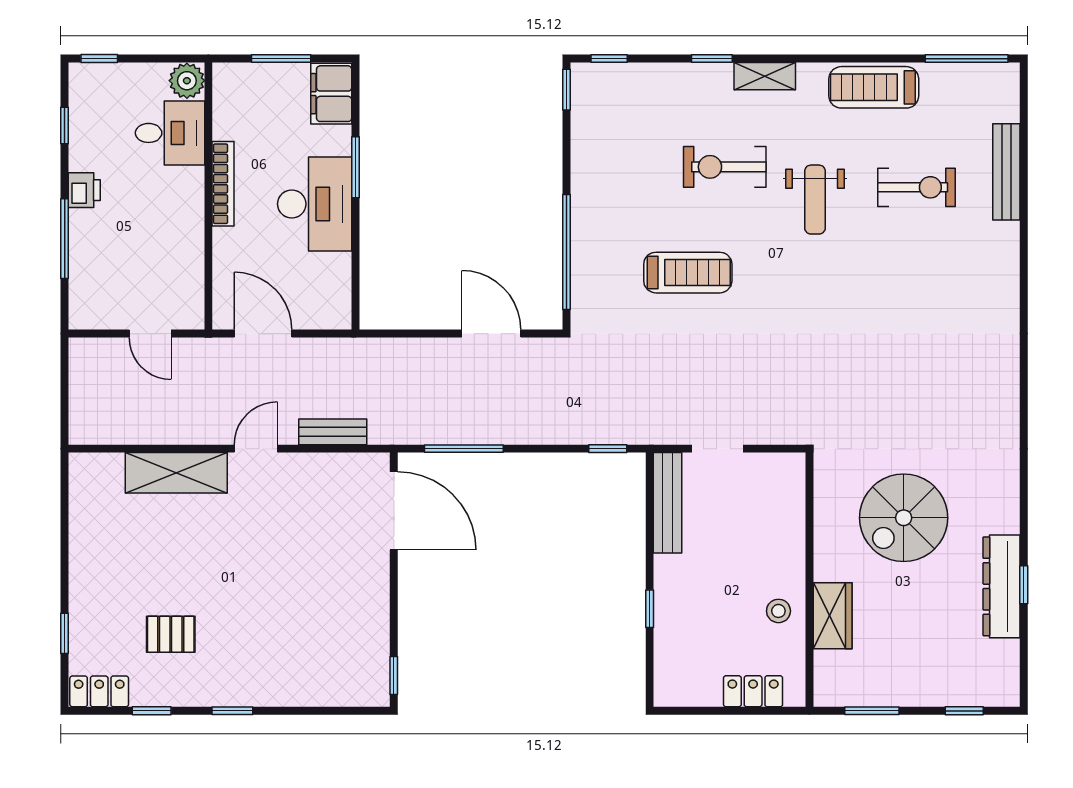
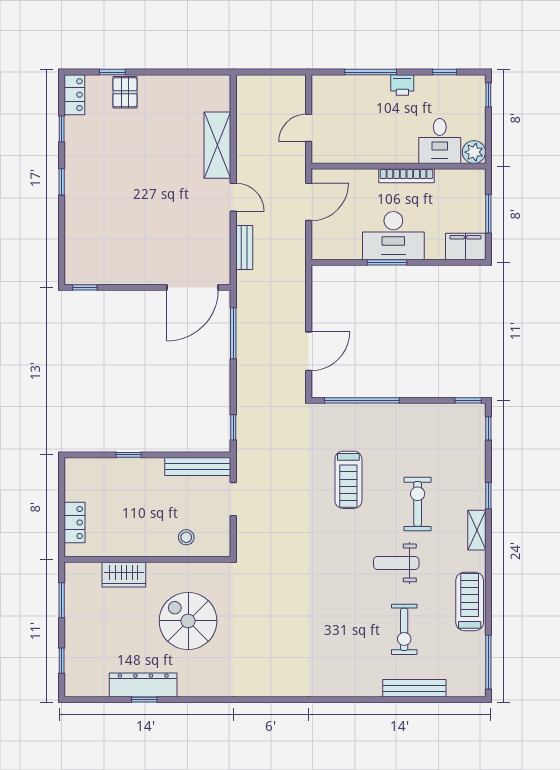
window: (355, 167) -> (387, 262), moved
stool: (778, 611) -> (186, 537), moved
pallet: (171, 634) -> (125, 92), moved

